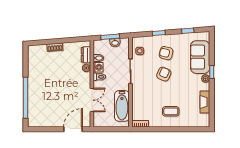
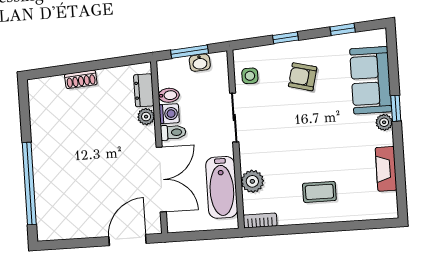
armchair: (164, 74) -> (301, 119), removed
double door: (92, 100) -> (161, 179), width x1.37
plant: (138, 104) -> (252, 181), added

